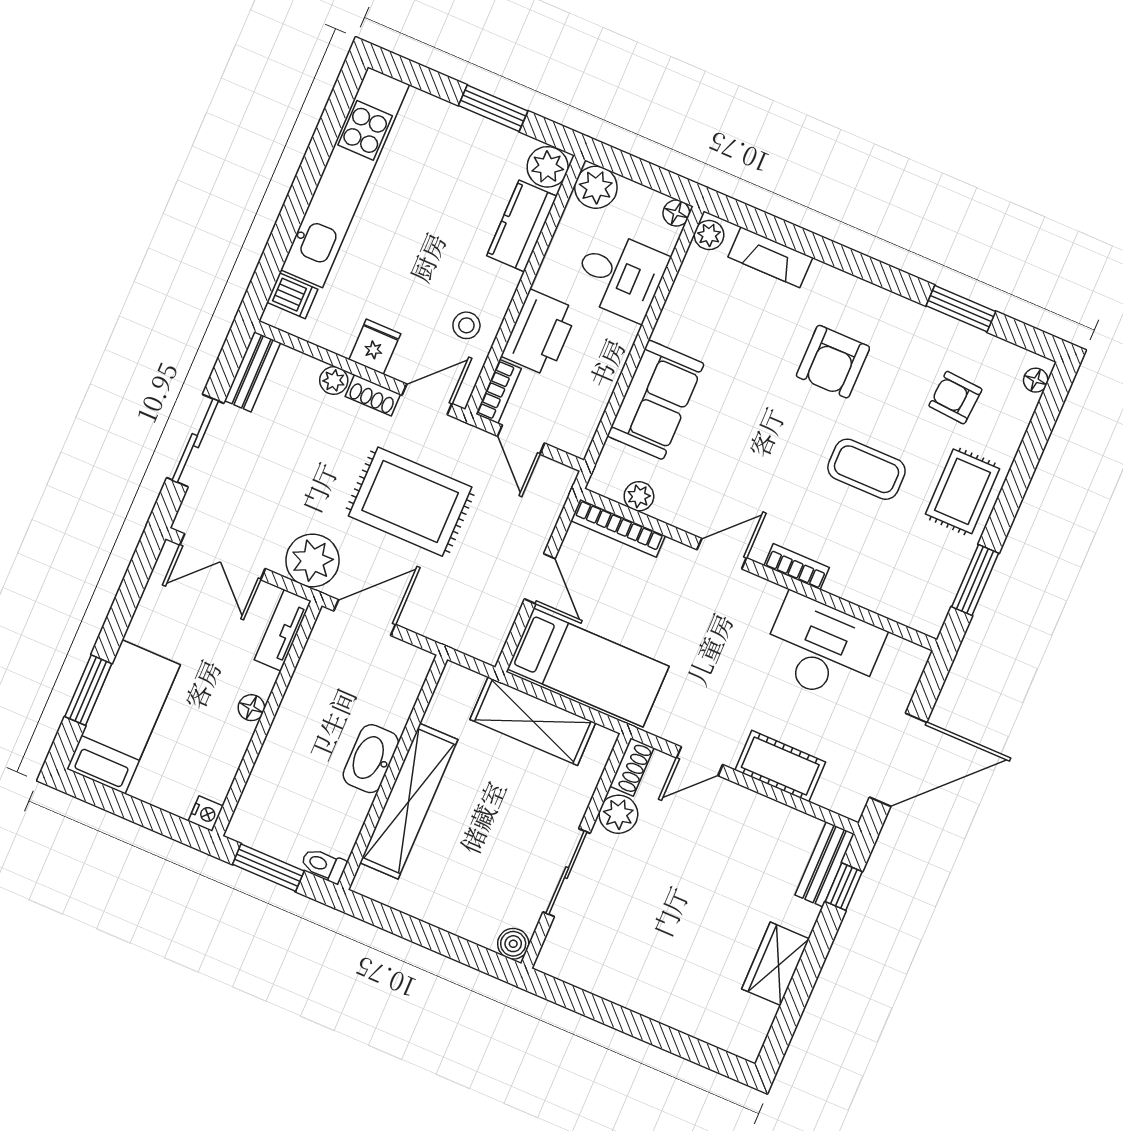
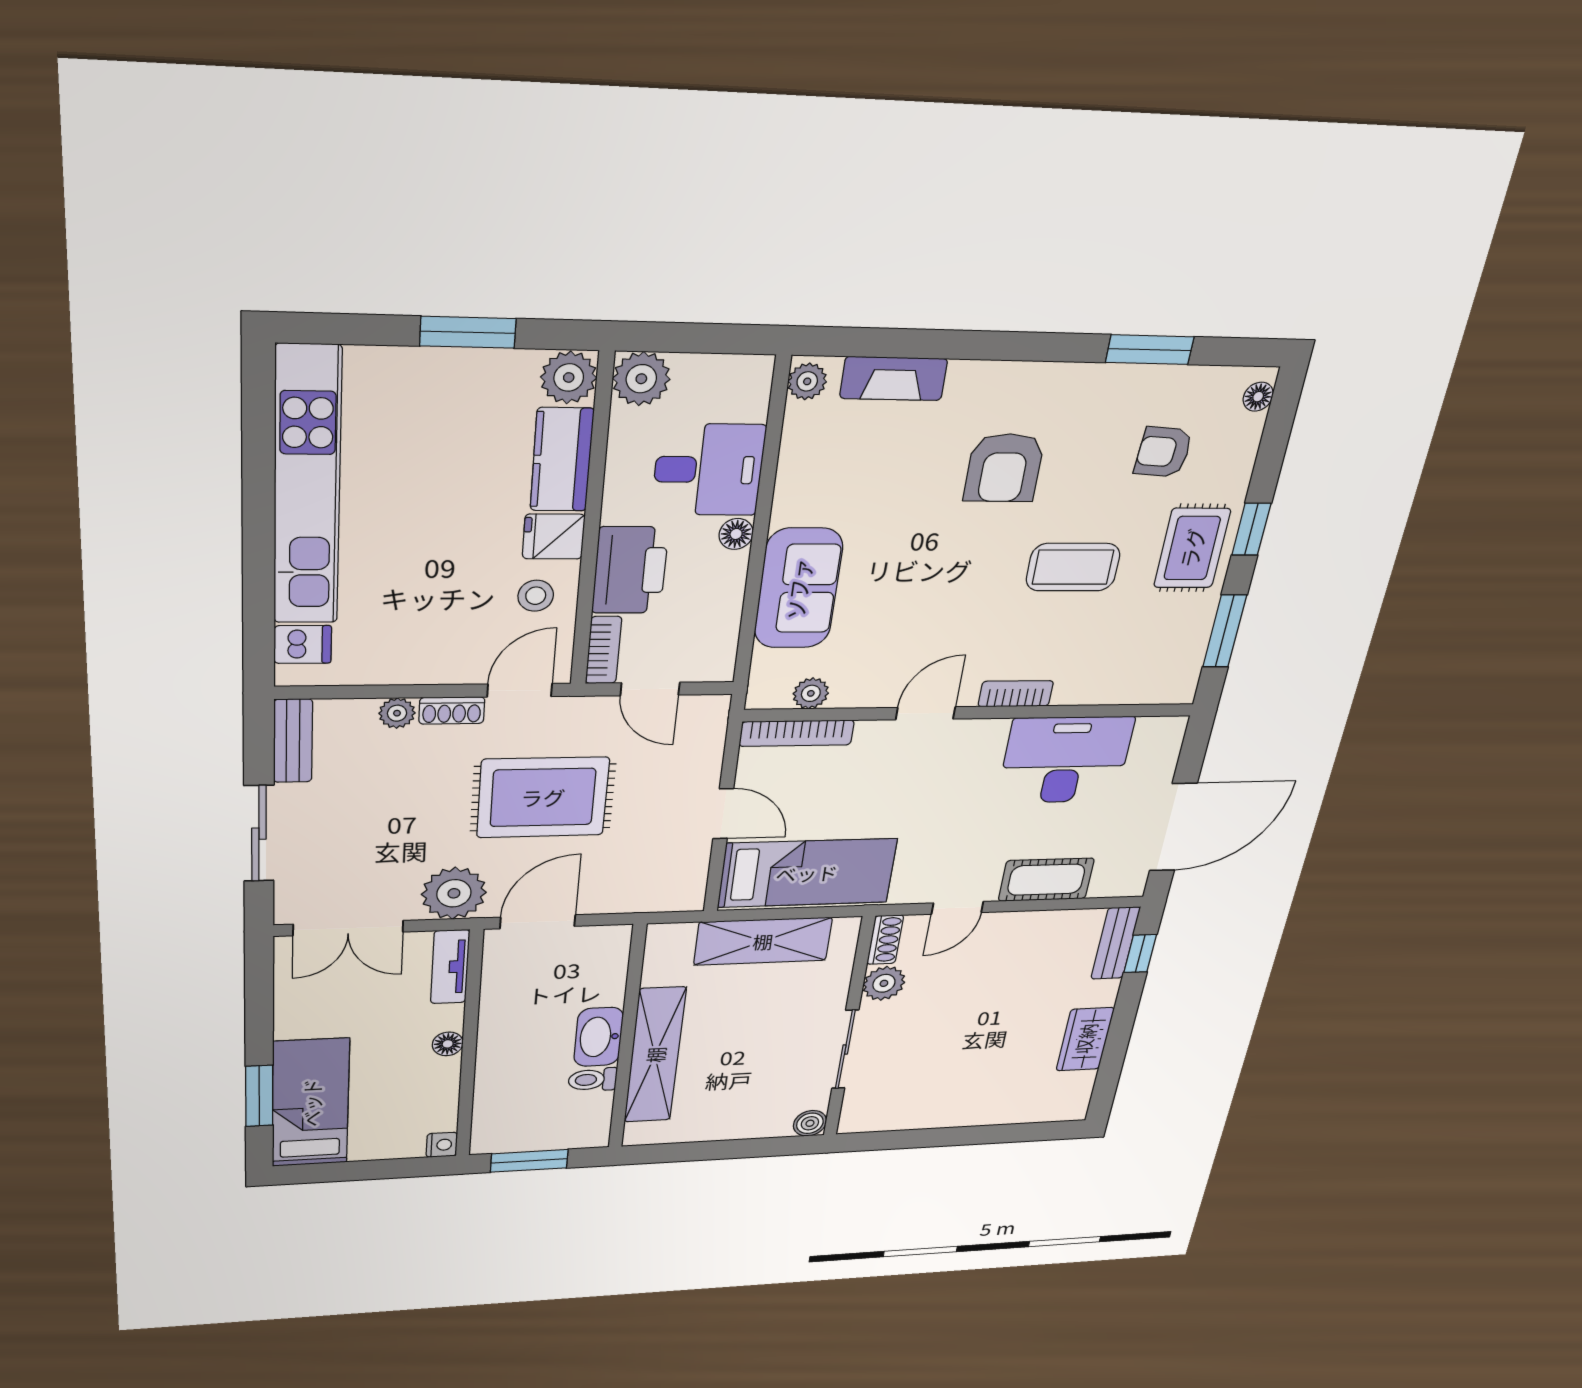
floor lamp: (676, 213) -> (736, 534), moved
fridge: (375, 347) -> (554, 537), moved, turned -90
window: (1012, 494) -> (1251, 529), added
toilet: (324, 865) -> (593, 1080), moved

